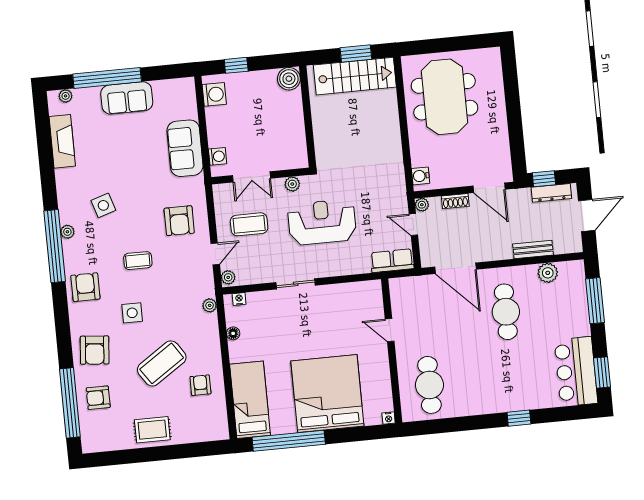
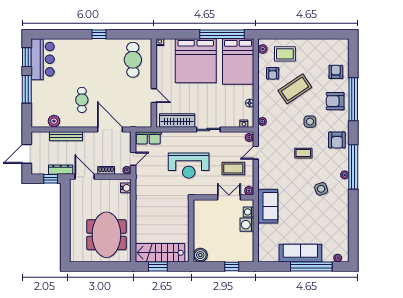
washing machine: (214, 94) -> (247, 225), moved
sofa: (127, 98) -> (300, 253), width x1.36
fireplace: (62, 141) -> (342, 230), removed
sofa: (185, 148) -> (268, 206), moved
plant: (292, 184) -> (249, 191), moved
dresser: (551, 193) -> (61, 170), moved
armchair: (179, 221) -> (276, 175), removed
door: (413, 225) -> (133, 159), hinge flipped
bench: (533, 249) -> (66, 136), width x1.36
wardrobe: (348, 293) -> (177, 121), added
window: (595, 301) -> (27, 89), moved
cafe table: (506, 312) -> (82, 100), width x0.73, depth x0.74
armchair: (95, 350) -> (335, 101), turned -95
armchair: (98, 398) -> (336, 72), turned -90
bed: (250, 400) -> (238, 61), width x1.50
window: (70, 403) -> (353, 99), moved
window: (519, 418) -> (99, 34), moved
plant: (220, 423) -> (263, 49), added
rug: (152, 430) -> (285, 54), moved

